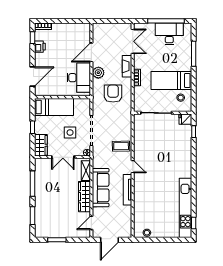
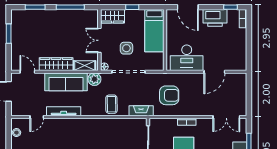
printer: (40, 47) -> (215, 18), width x1.87, depth x1.48
door: (91, 52) -> (214, 72), swing flipped
fireplace: (127, 66) -> (141, 111), moved
plant: (98, 73) -> (94, 79), moved
door: (133, 167) -> (37, 117), moved

